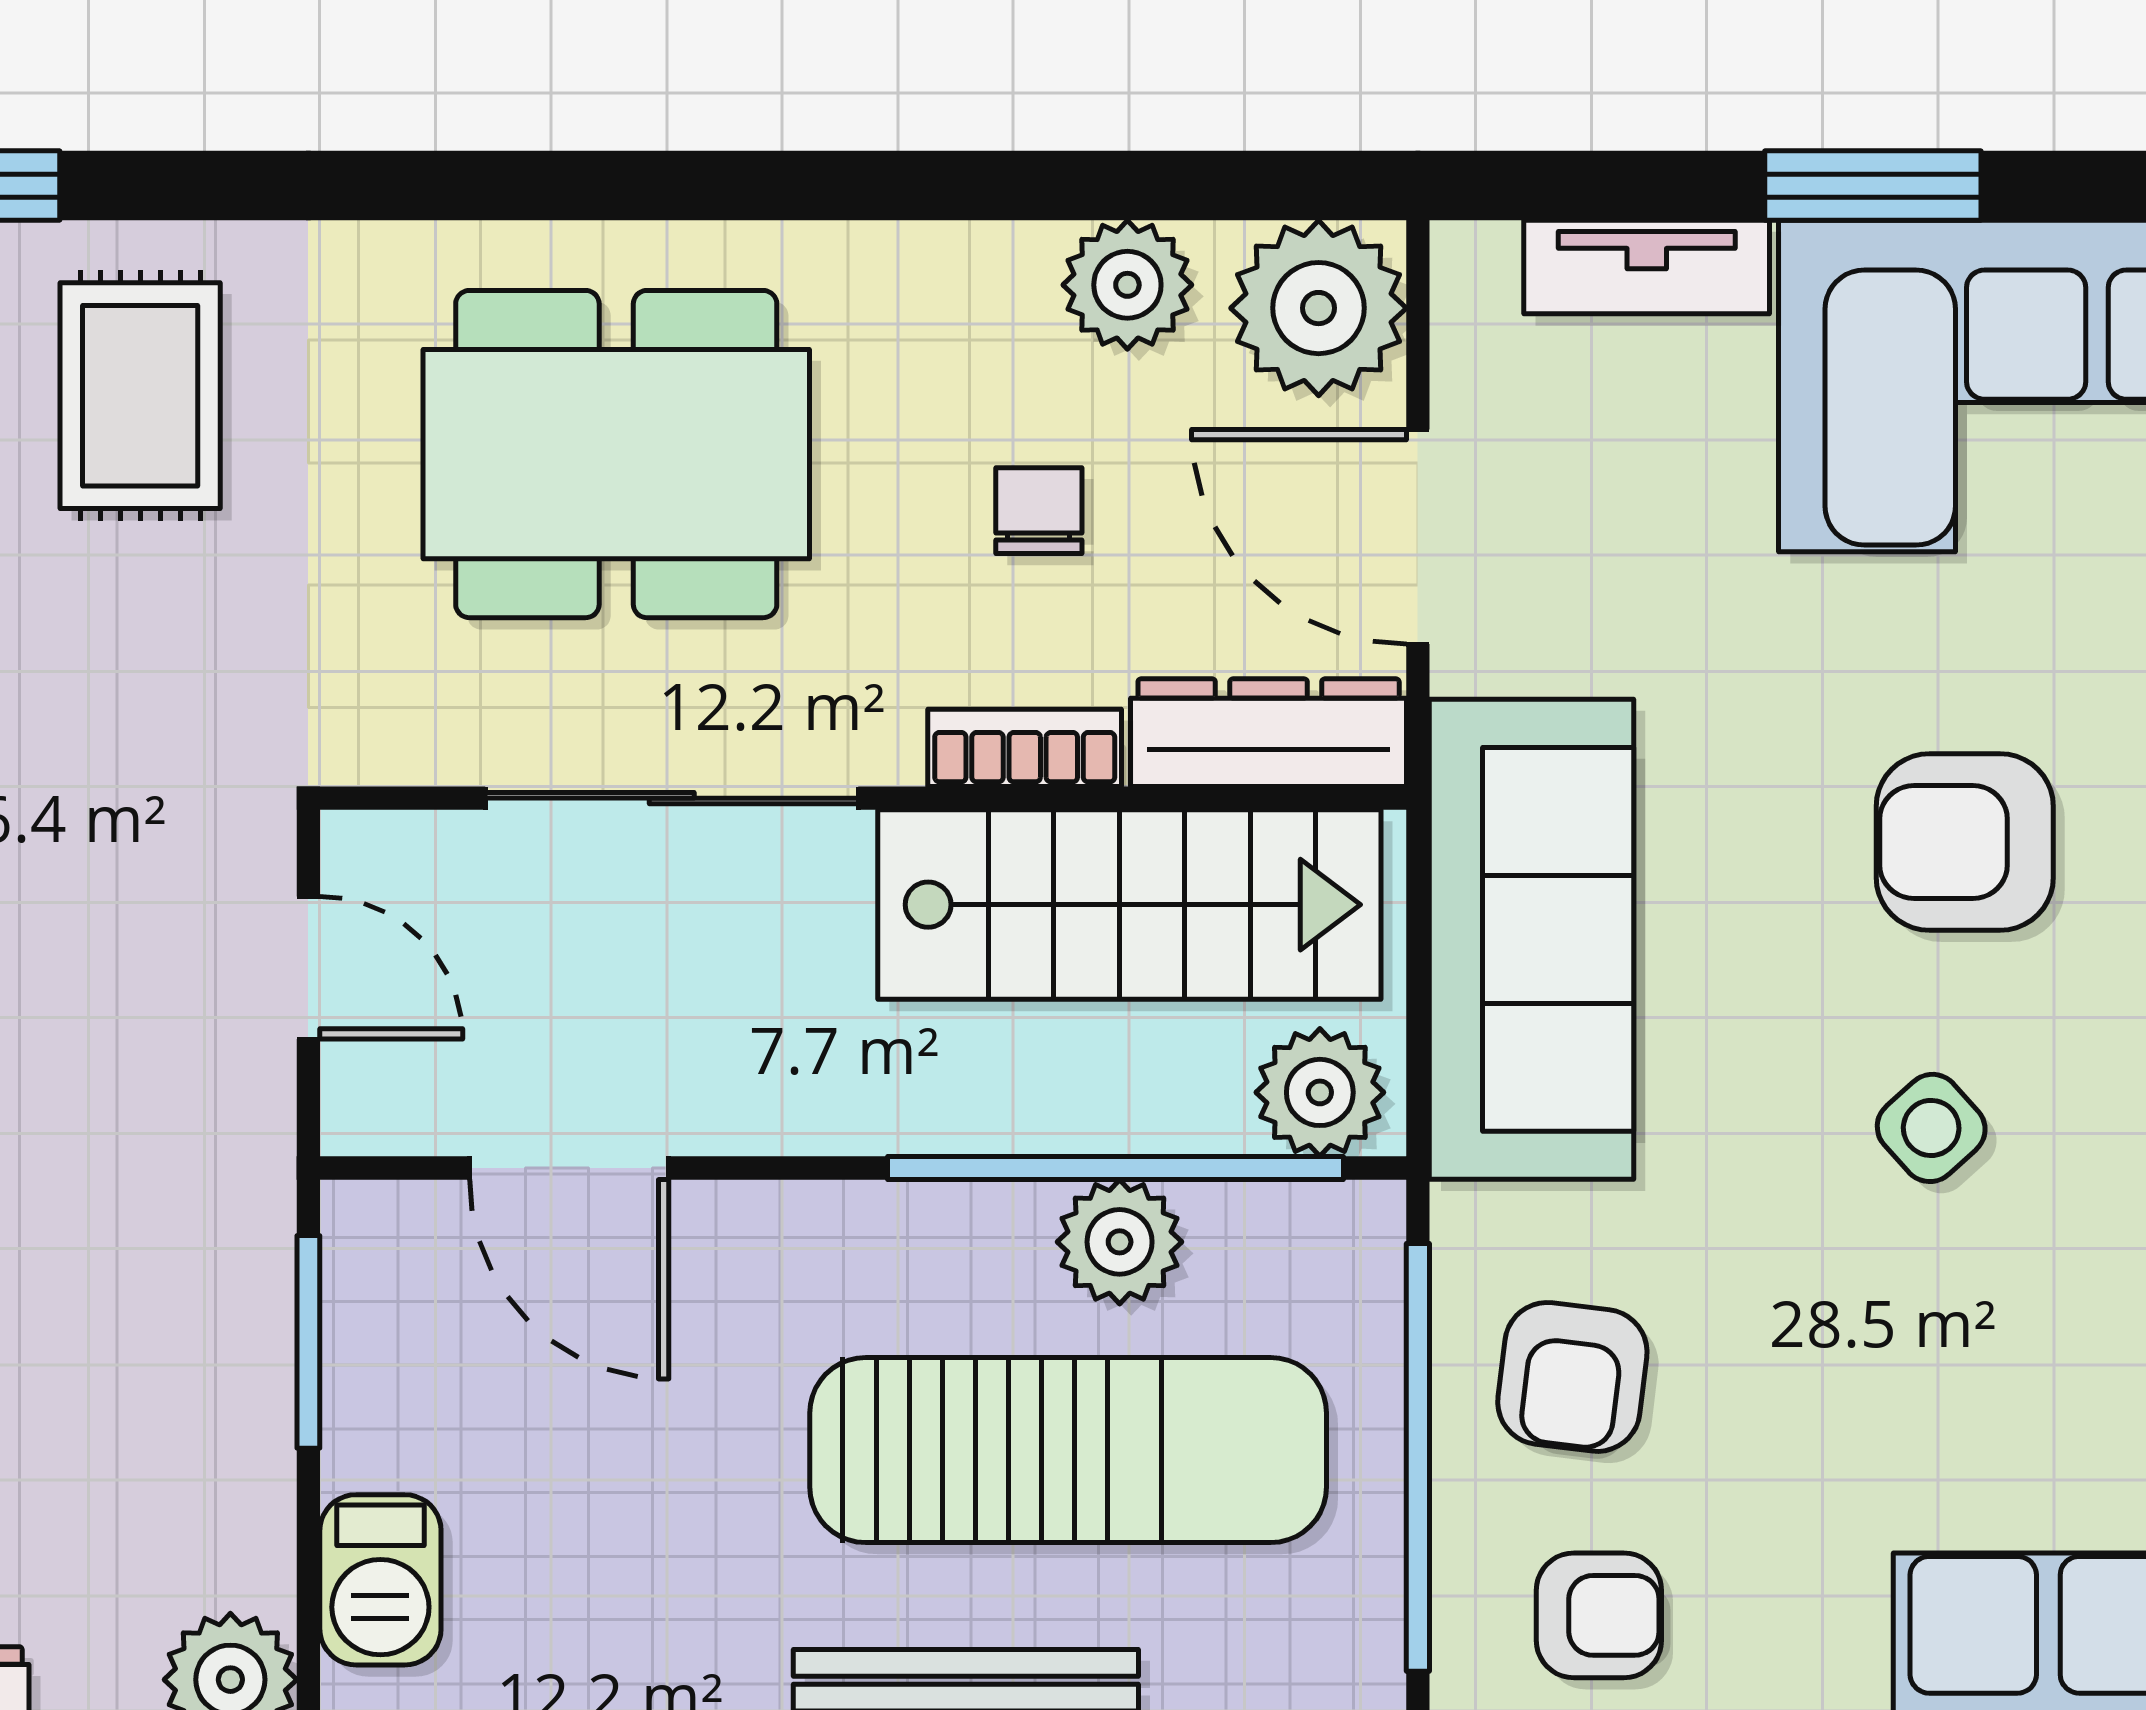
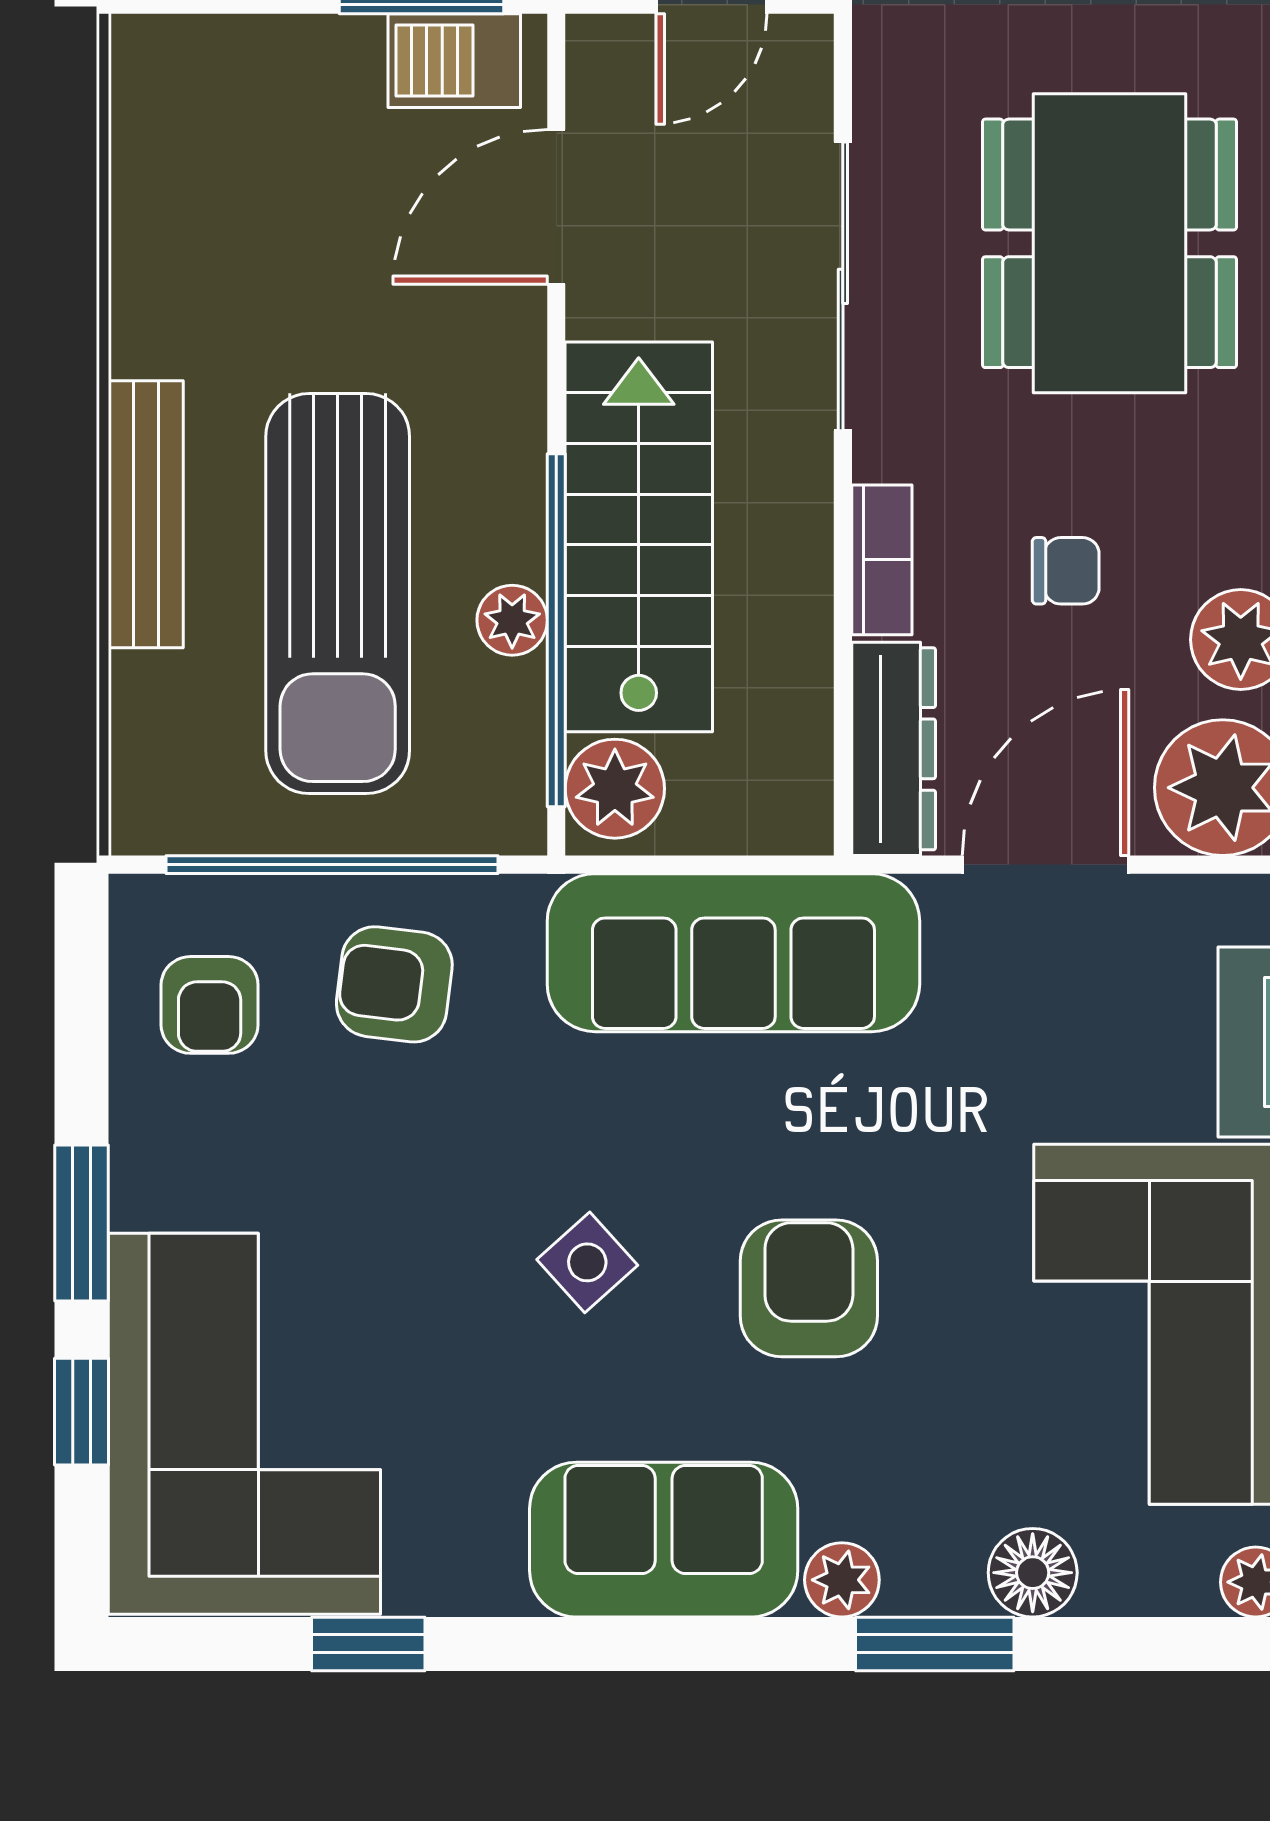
stairs: (1129, 905) -> (639, 537), moved, turned 180
plant: (1120, 1242) -> (512, 620), width x0.73, depth x0.73
barbecue: (380, 1580) -> (454, 61), moved

